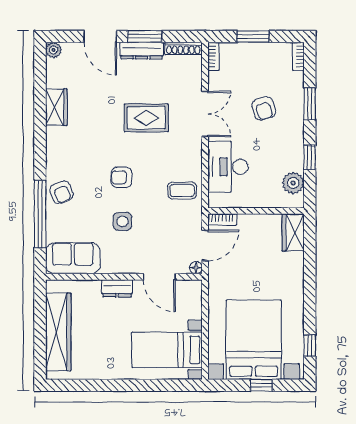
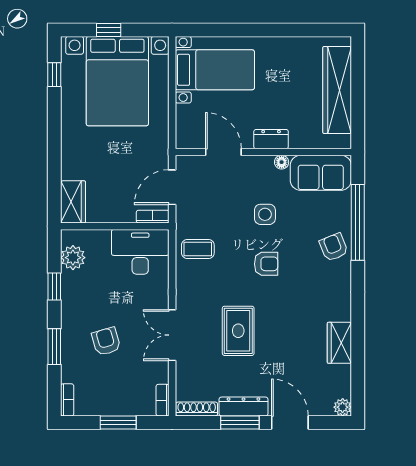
rug: (146, 118) -> (238, 331), turned 90
desk: (228, 167) -> (140, 252), moved, turned -90
floor lamp: (196, 268) -> (282, 162), moved

